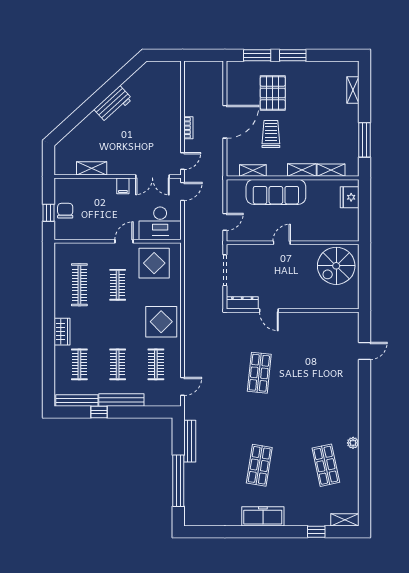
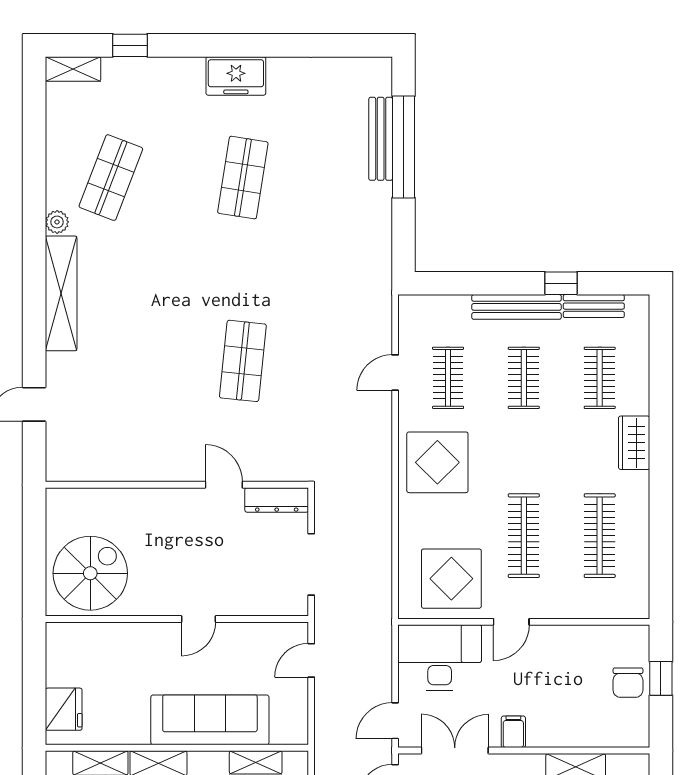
clothes rail: (118, 285) -> (524, 536), width x1.36
door: (183, 386) -> (395, 373), moved
bench: (77, 400) -> (594, 306), width x0.73
shelving: (351, 407) -> (61, 293), added
bench: (190, 441) -> (381, 139), moved
shop shelf: (326, 465) -> (111, 178), turned 33
freezer: (263, 516) -> (236, 76), width x0.71

